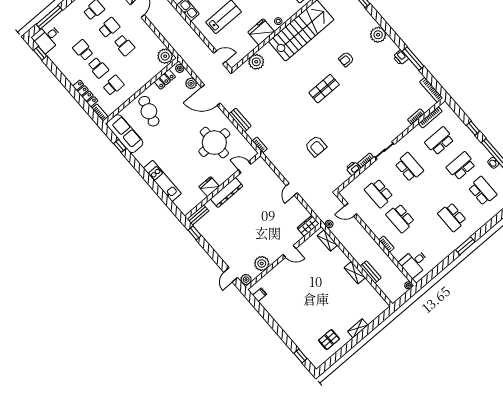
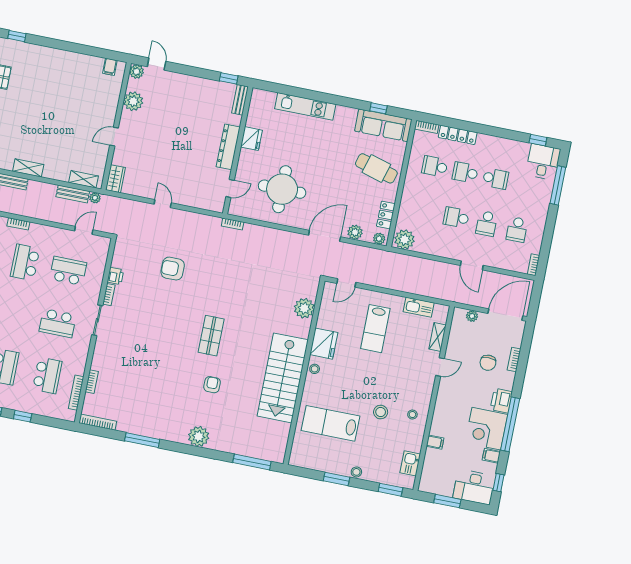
printer: (401, 58) -> (156, 431), removed
school desk: (113, 85) -> (435, 166), turned 90
bench: (240, 120) -> (73, 194), moved
school desk: (400, 218) -> (25, 262), turned -90

